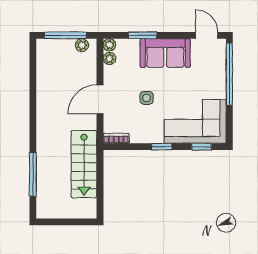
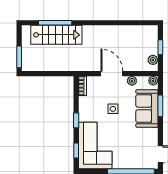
window: (65, 35) -> (160, 47), width x0.46
sofa: (165, 53) -> (147, 108), moved
plant: (110, 59) -> (132, 81), moved
stairs: (84, 164) -> (56, 35), moved, turned 180
window: (78, 222) -> (19, 57), added

